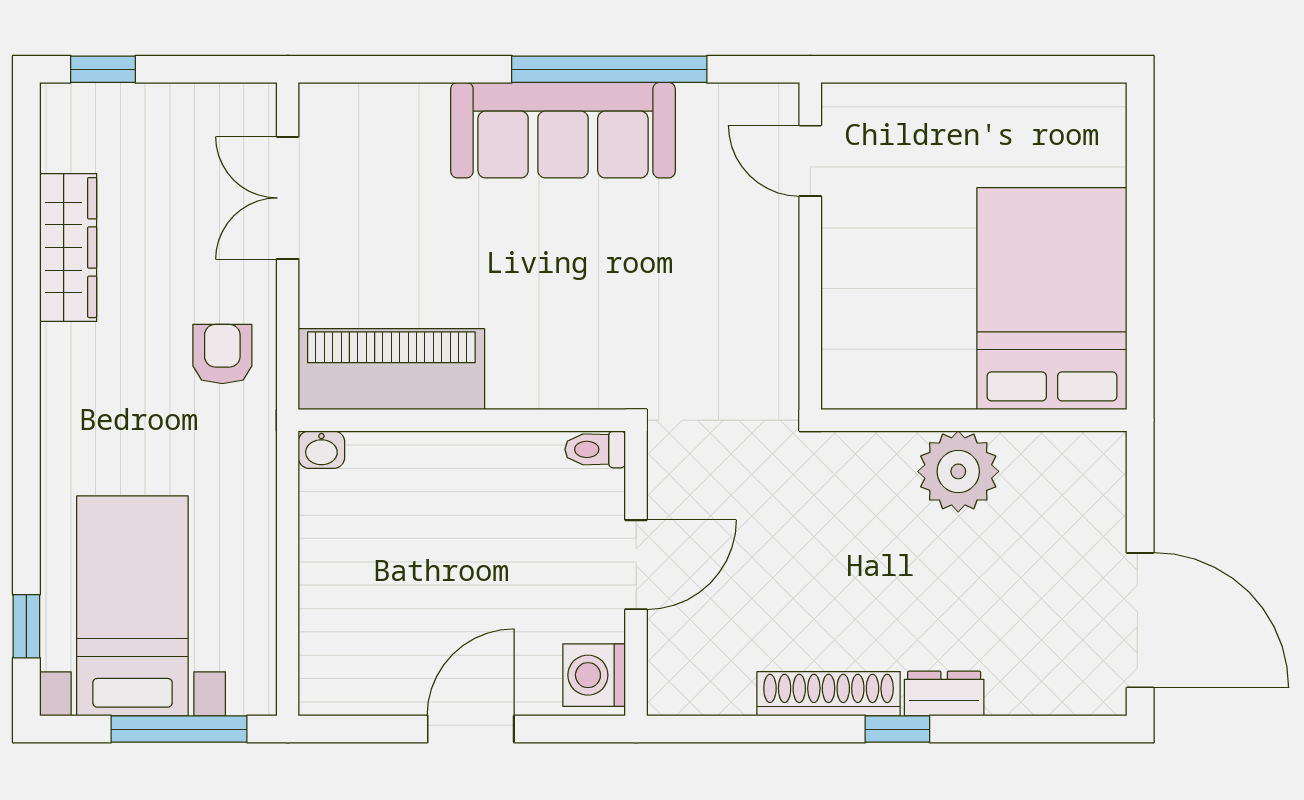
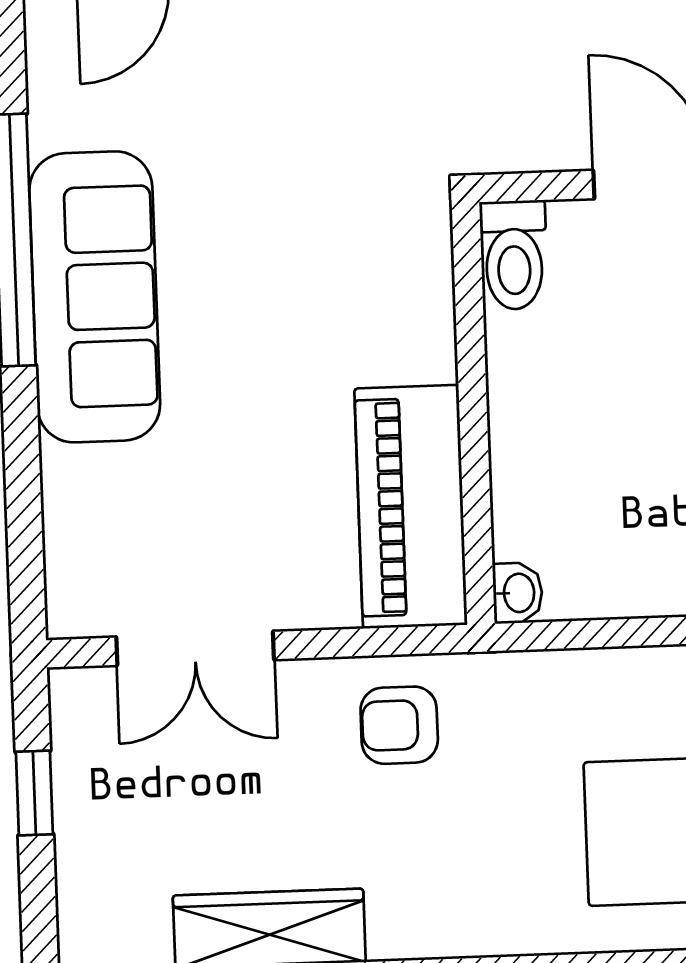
window: (103, 69) -> (34, 793), moved
toilet: (595, 449) -> (514, 255), width x1.37, depth x1.39

